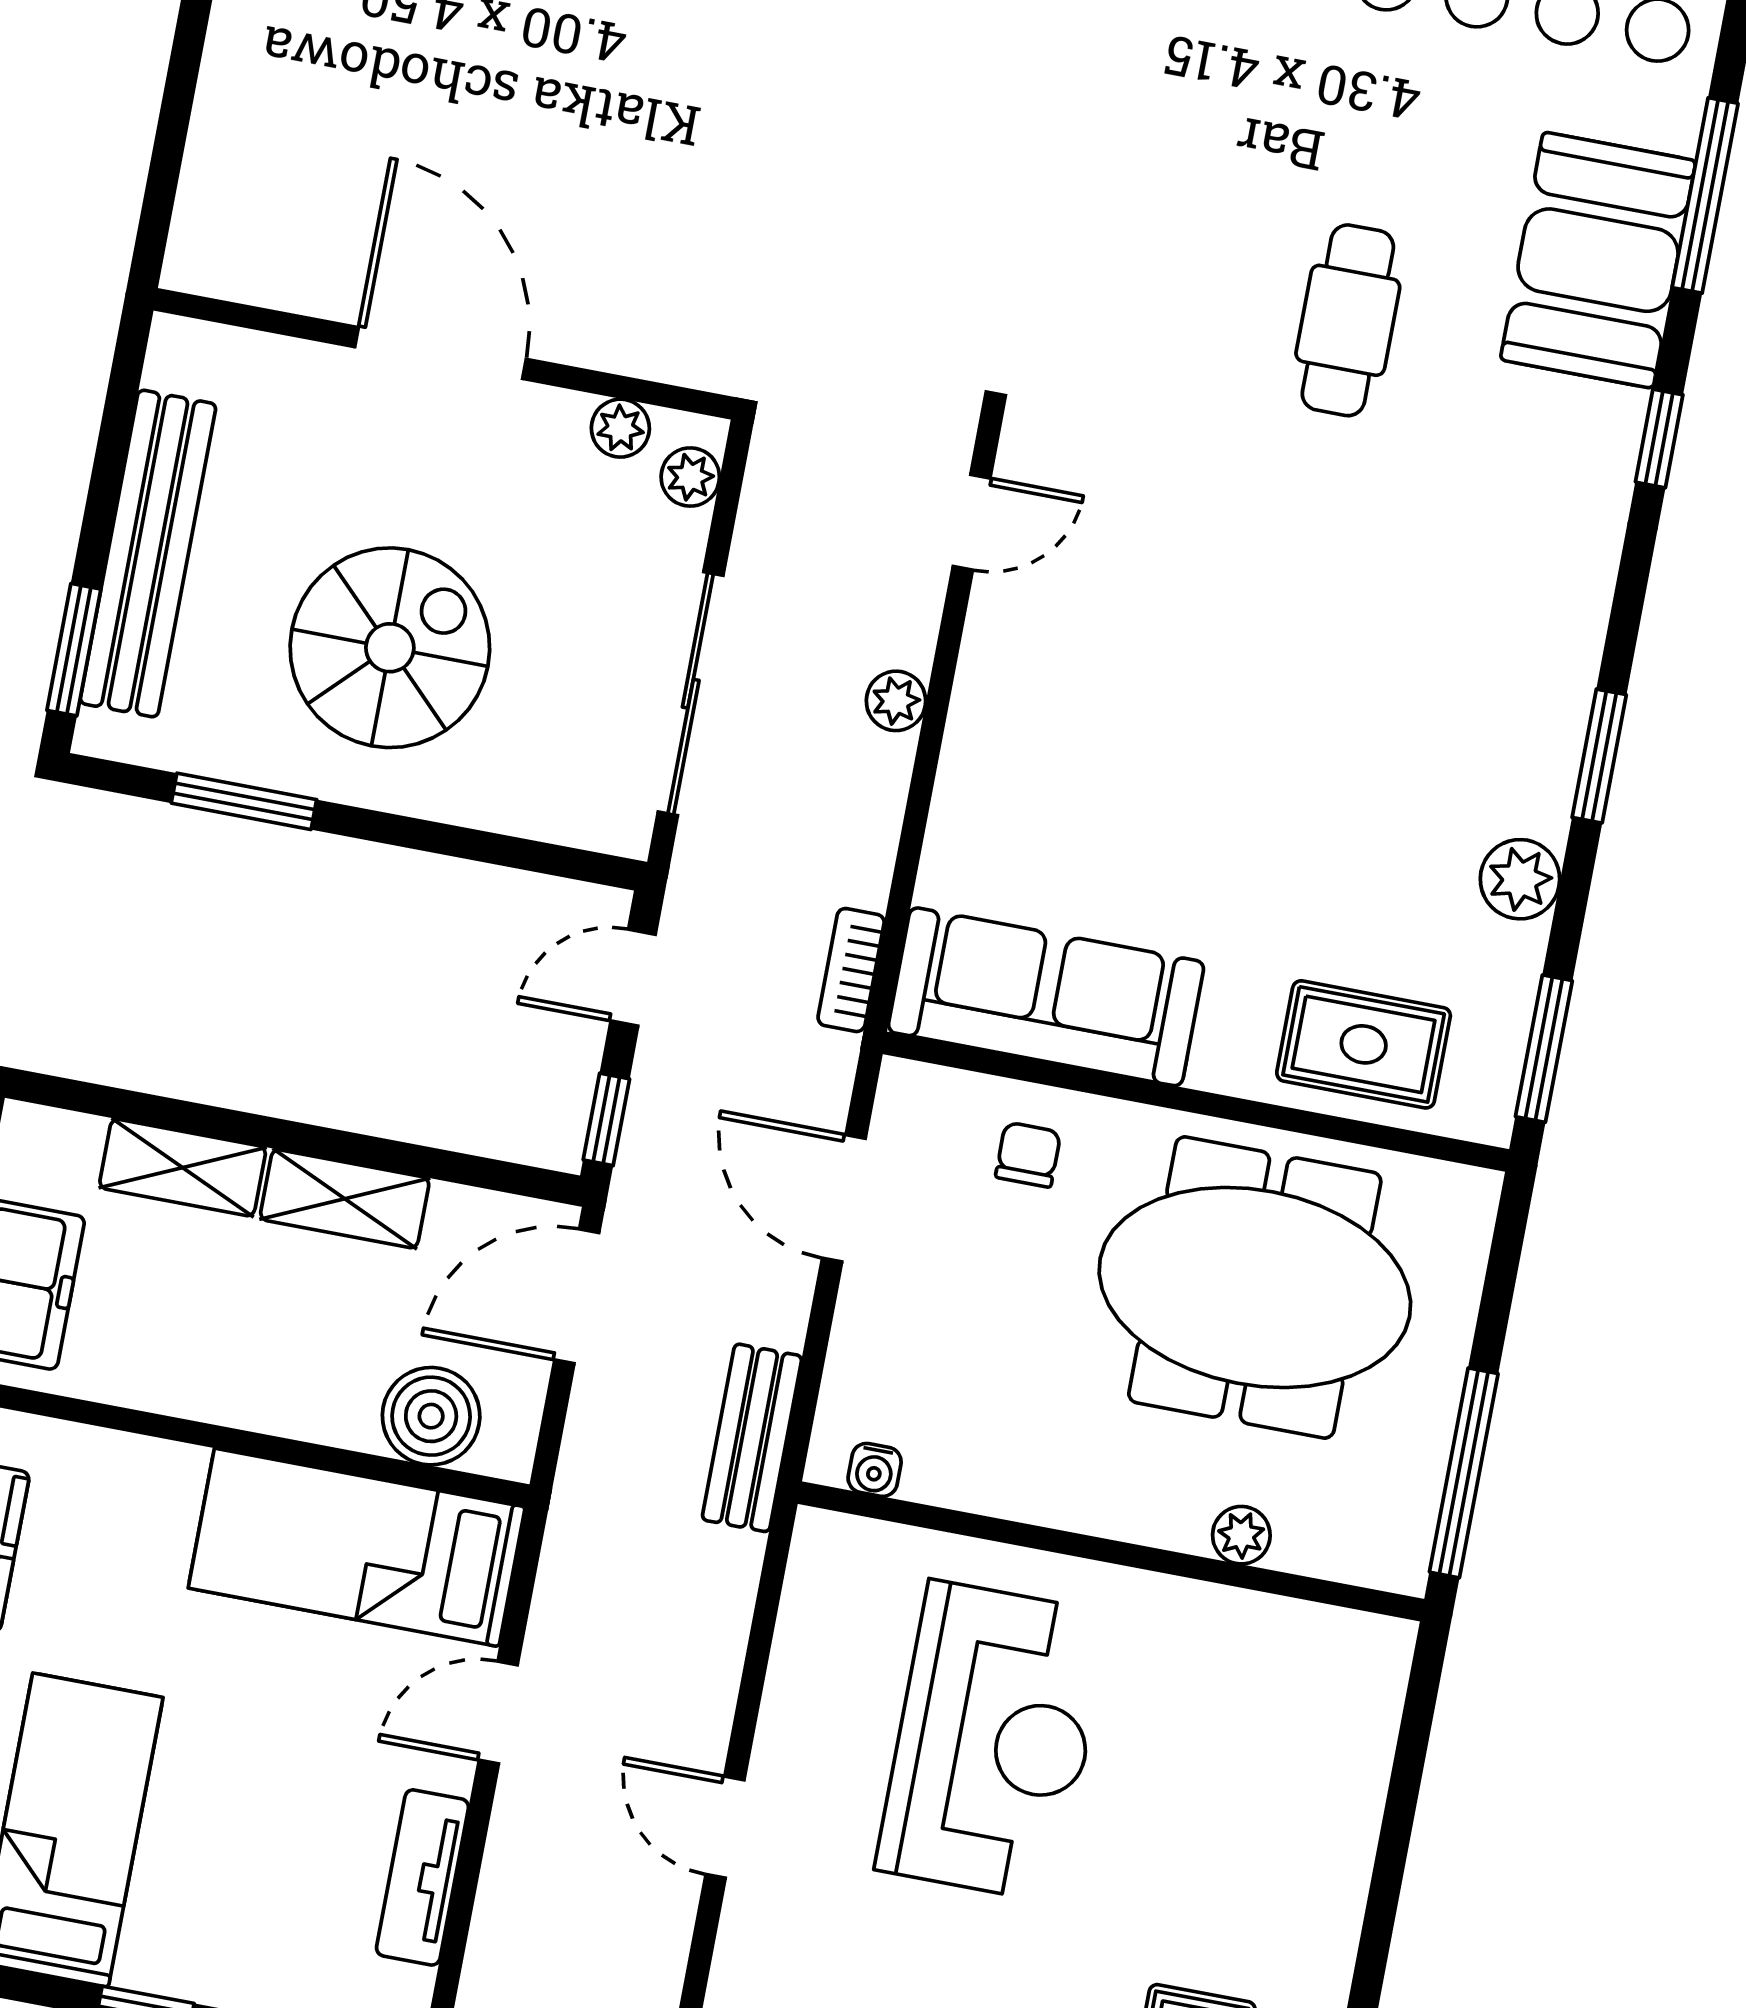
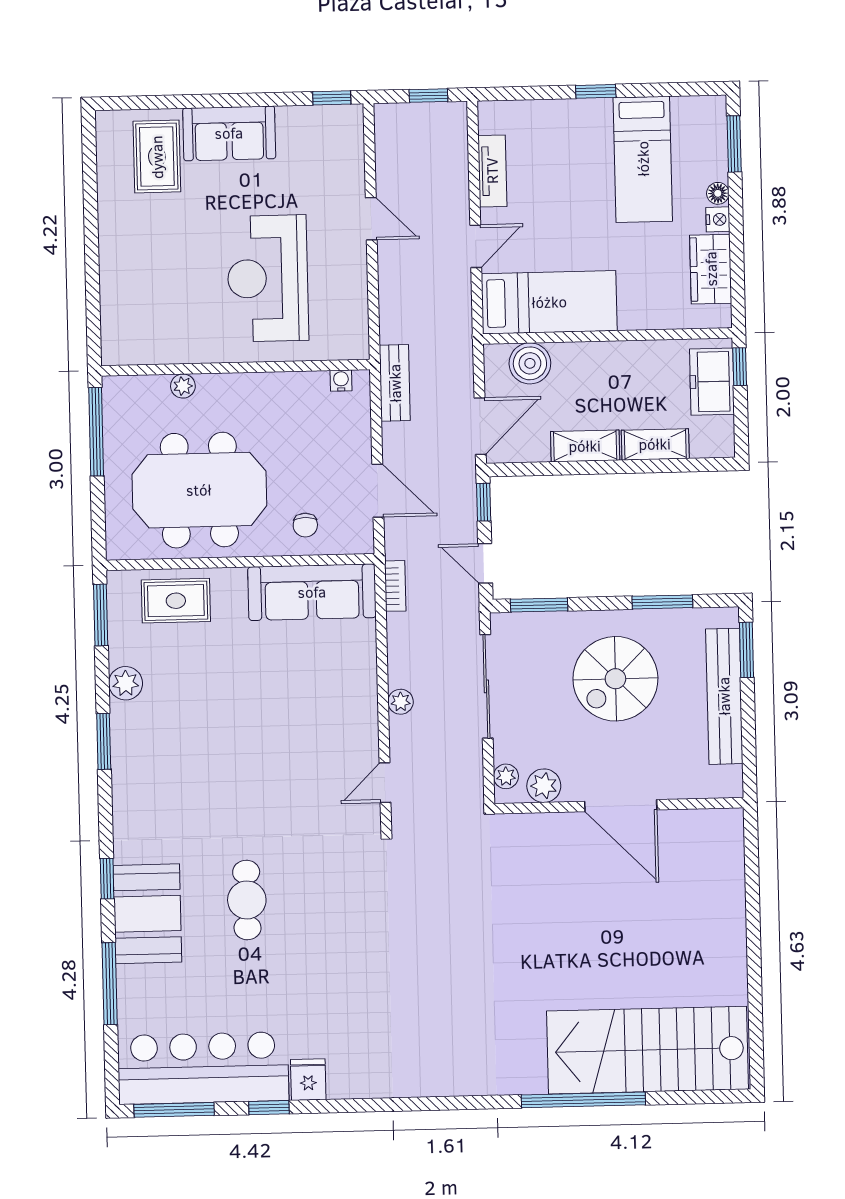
booth: (1598, 260) -> (147, 914), moved
plant: (620, 428) -> (544, 786), width x1.38, depth x1.38
window: (529, 855) -> (539, 605), added
door: (633, 978) -> (485, 563), swing flipped

